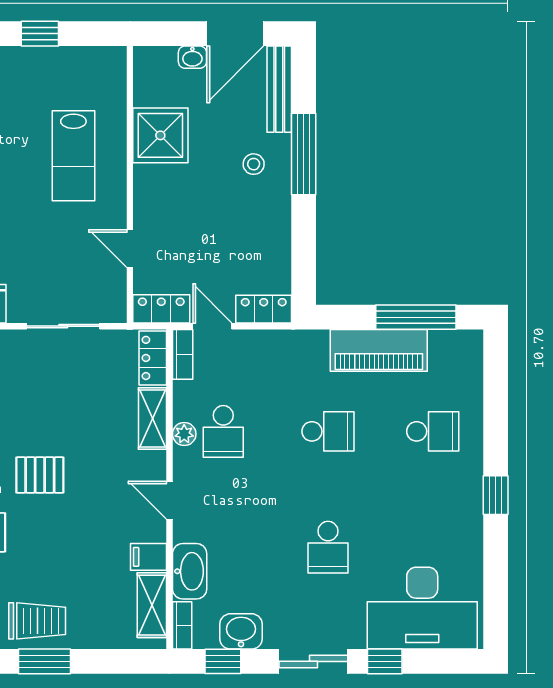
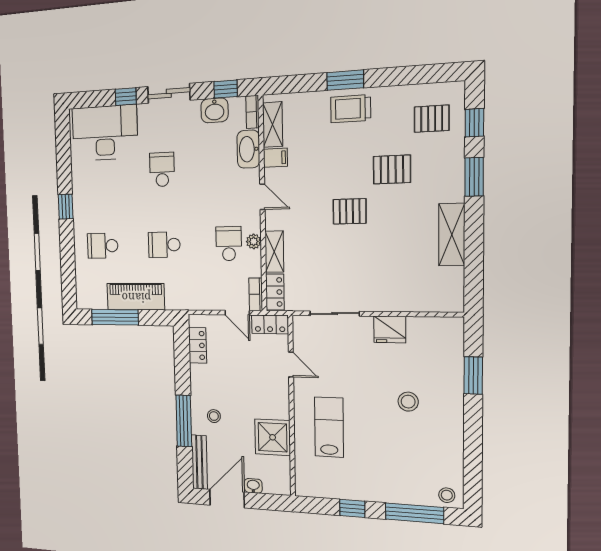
locker: (264, 309) -> (198, 345), moved, turned -90

